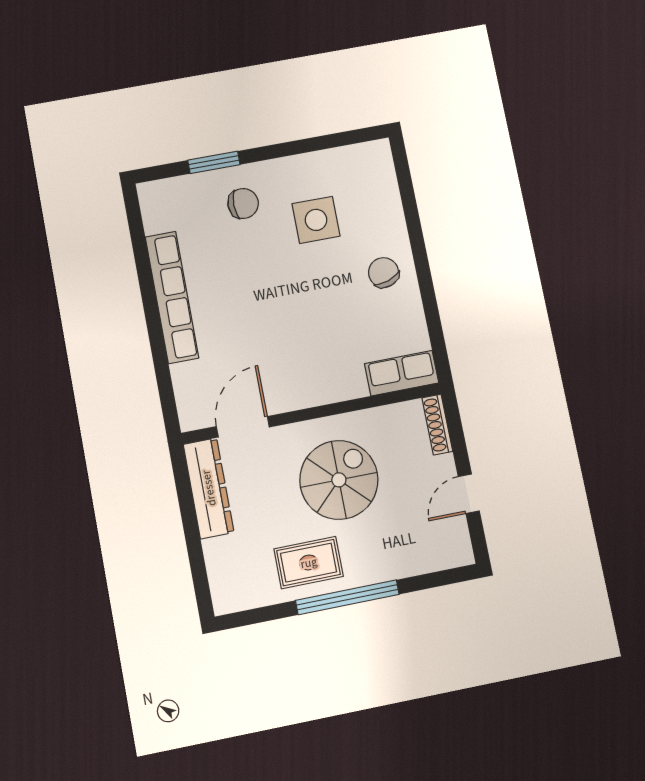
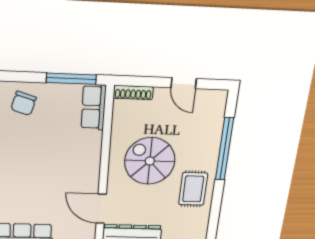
chair: (384, 273) -> (24, 103), turned -54
window: (435, 331) -> (71, 79), added
window: (347, 597) -> (225, 149), moved

